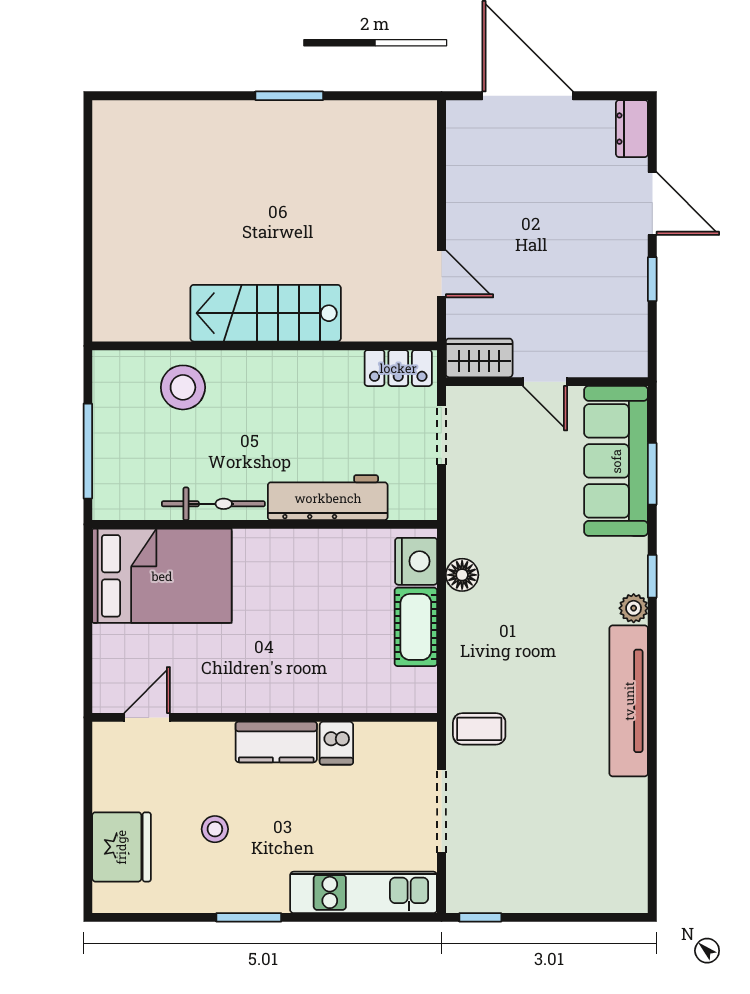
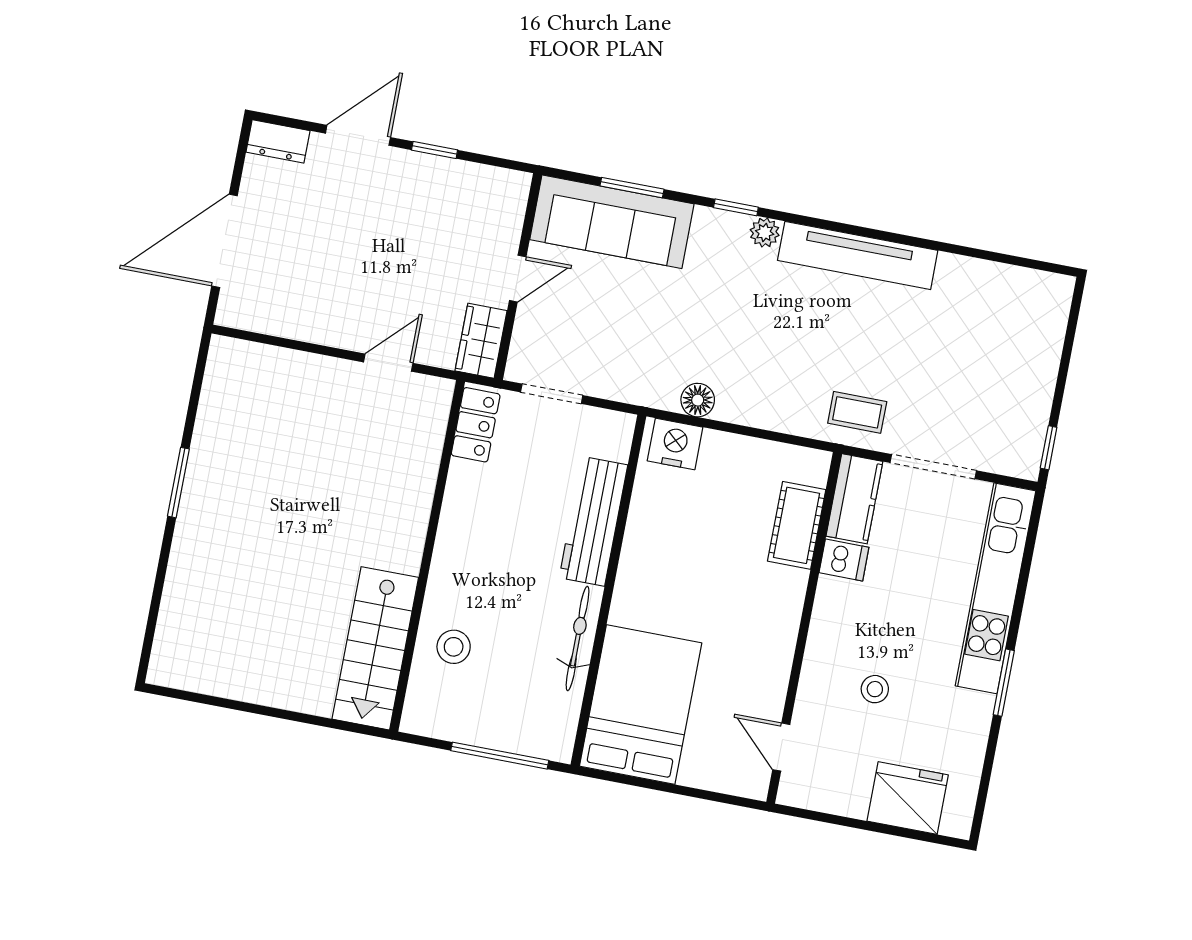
stairs: (266, 313) -> (375, 648), moved
stool: (183, 387) -> (454, 647), width x0.73, depth x0.73
cot: (416, 627) -> (797, 525), moved, turned 90
coffee table: (479, 729) -> (857, 412), turned 90
kitchen counter: (276, 742) -> (854, 499), moved
stool: (215, 829) -> (875, 689), moved
kitchen unit: (364, 892) -> (996, 588), width x1.36

